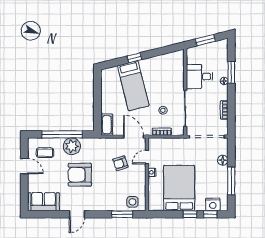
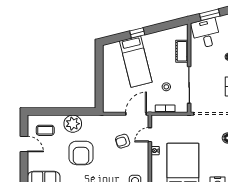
desk: (199, 77) -> (206, 33), moved, turned 76
cot: (107, 125) -> (182, 51), moved
window: (62, 134) -> (63, 112), removed
door: (133, 137) -> (136, 114), hinge flipped
armchair: (80, 175) -> (81, 153), turned -90

